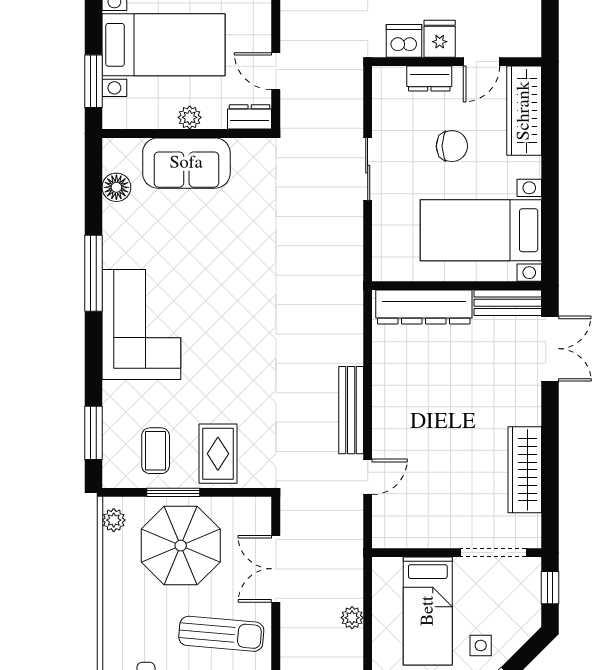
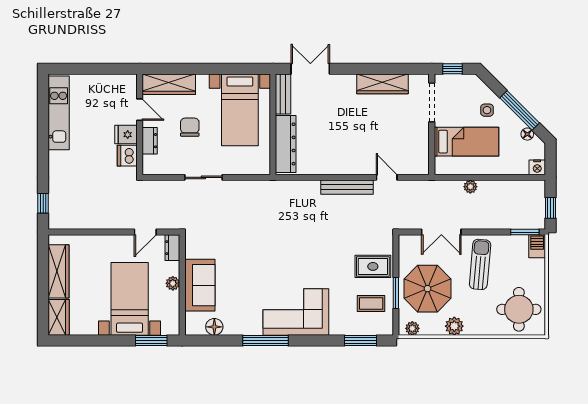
plant: (118, 591) -> (454, 326), added

